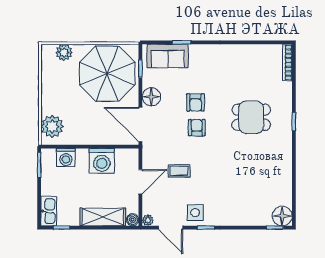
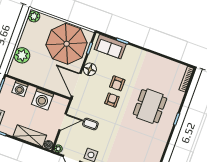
plant: (64, 52) -> (34, 16), moved
dining table: (251, 117) -> (150, 106), width x1.38
plant: (52, 126) -> (22, 55), moved

